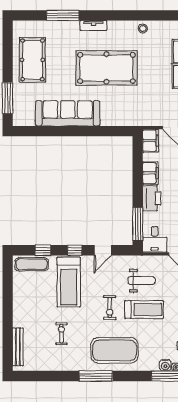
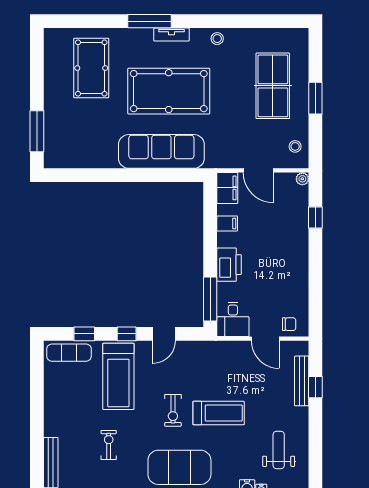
window: (63, 15) -> (150, 21), moved
tv unit: (93, 25) -> (171, 35), moved
pool table: (32, 60) -> (91, 68), moved
sofa: (68, 113) -> (161, 151), moved
filing cabinet: (150, 173) -> (227, 223), width x0.50
weight bench: (142, 281) -> (215, 374), removed

